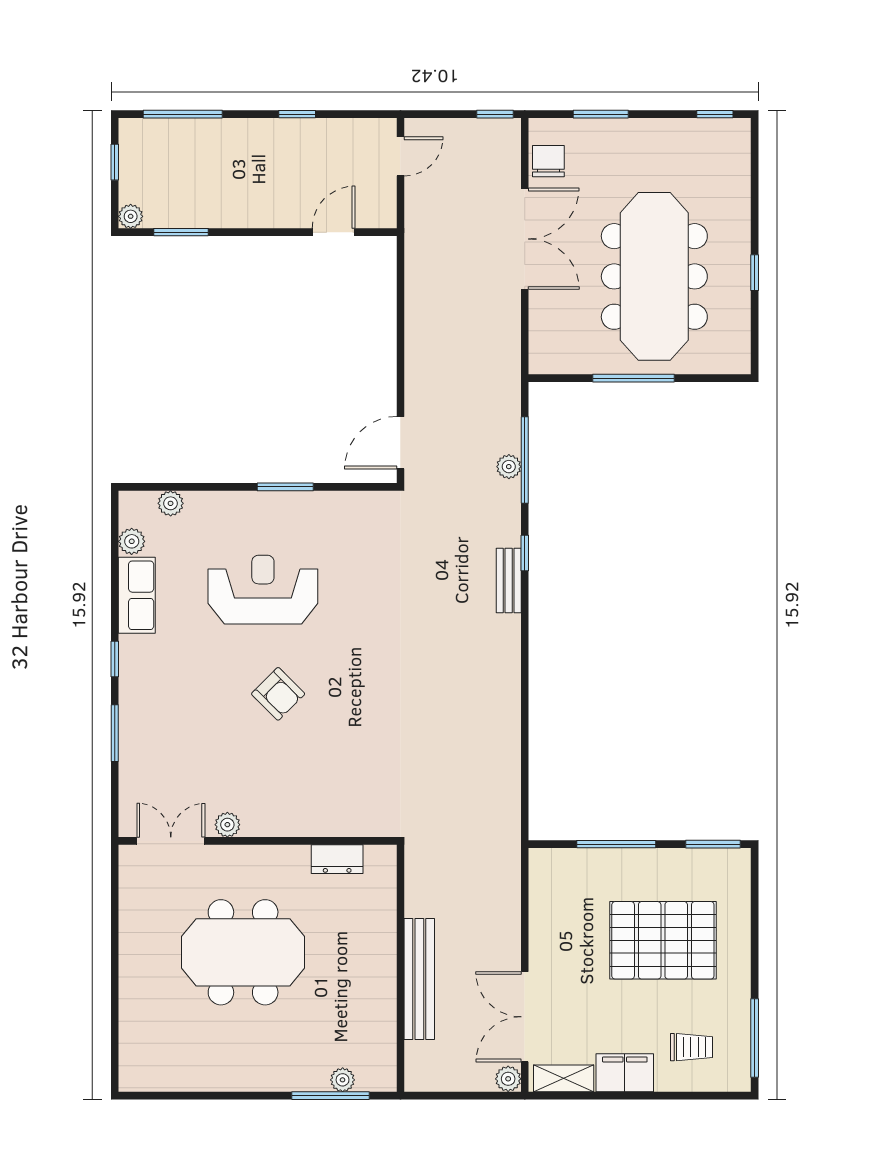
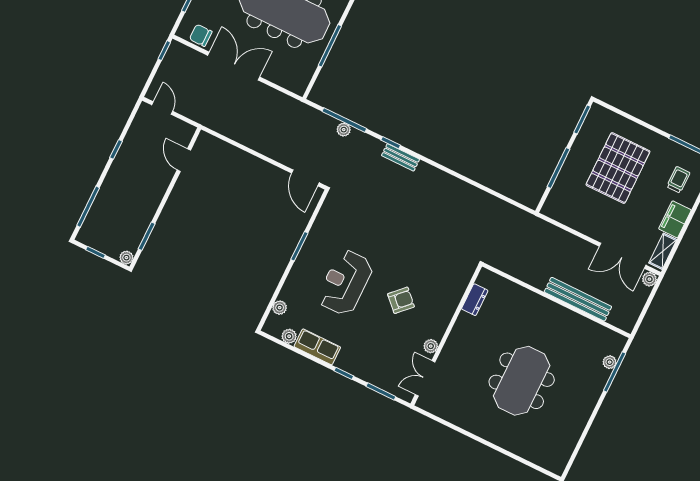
plant: (227, 825) -> (431, 346), moved
double door: (171, 841) -> (425, 378), moved
wall: (258, 841) -> (446, 335), moved
dresser: (337, 859) -> (475, 300), moved

